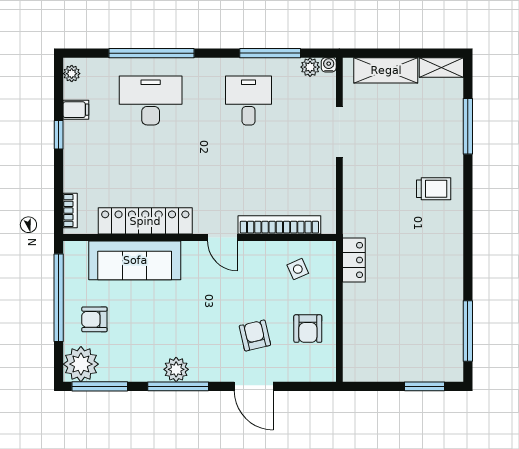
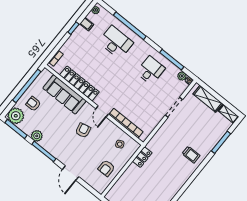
armchair: (255, 335) -> (83, 130), moved
plant: (176, 369) -> (37, 136), moved

